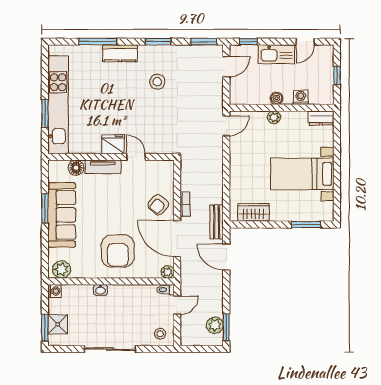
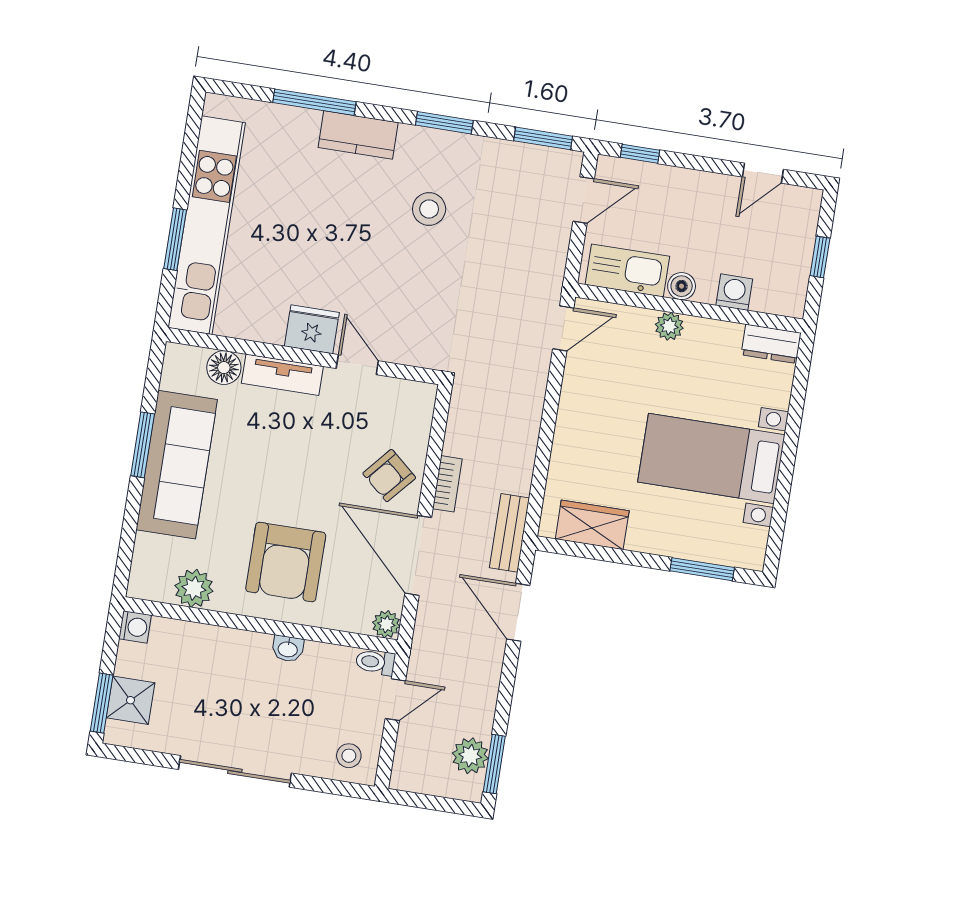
kitchen sink: (276, 54) -> (627, 270), moved, turned 180
plant: (62, 269) -> (194, 588), moved
washbasin: (100, 290) -> (288, 649), moved

